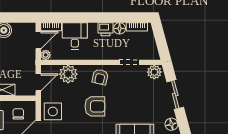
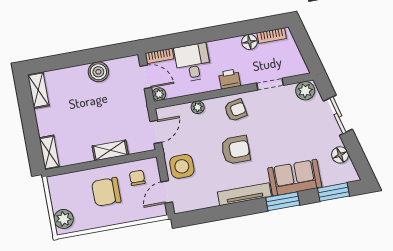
printer: (105, 29) -> (229, 79), moved, turned 180
door: (38, 40) -> (146, 77), hinge flipped
plant: (68, 74) -> (198, 107), width x0.53, depth x0.53
armchair: (100, 77) -> (236, 110), turned -114

